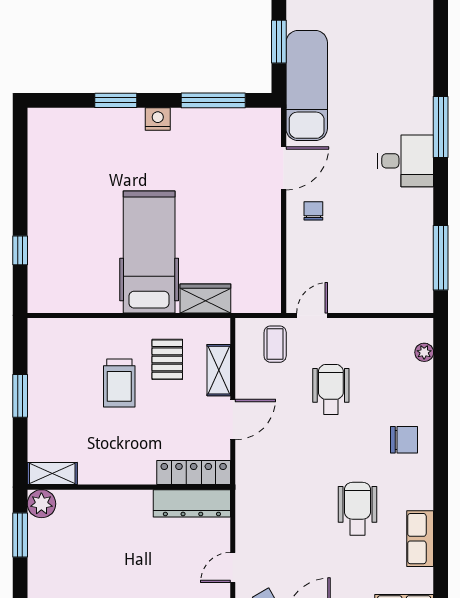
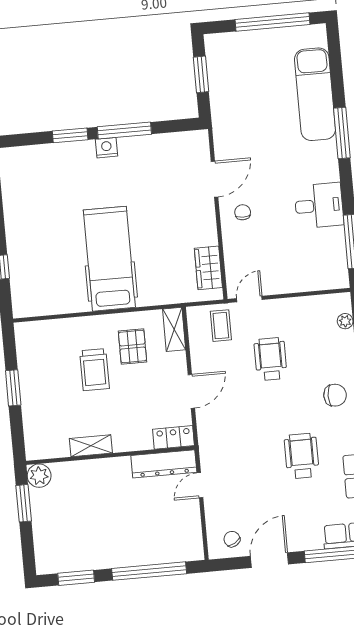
exam couch: (307, 85) -> (315, 94), moved, turned 180
window: (213, 100) -> (124, 130), moved
desk: (406, 161) -> (319, 205), moved
wardrobe: (205, 298) -> (208, 268), moved, turned -90
shelving: (219, 370) -> (174, 329), moved
locker: (194, 473) -> (173, 437), width x0.66
shelving: (52, 474) -> (91, 446), moved
door: (233, 567) -> (200, 485), moved

